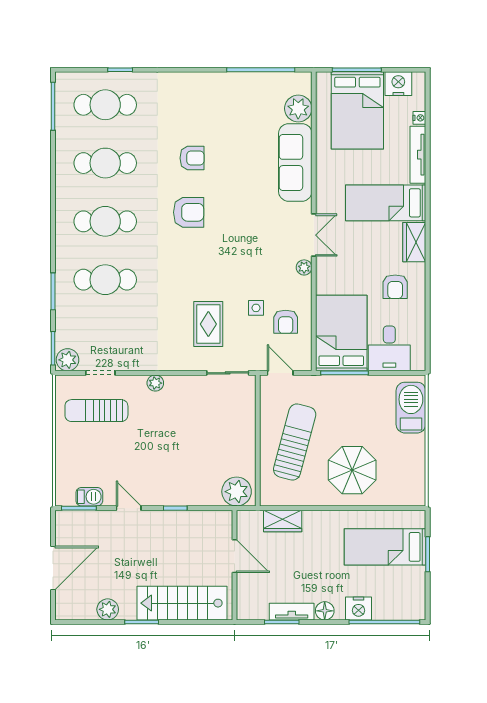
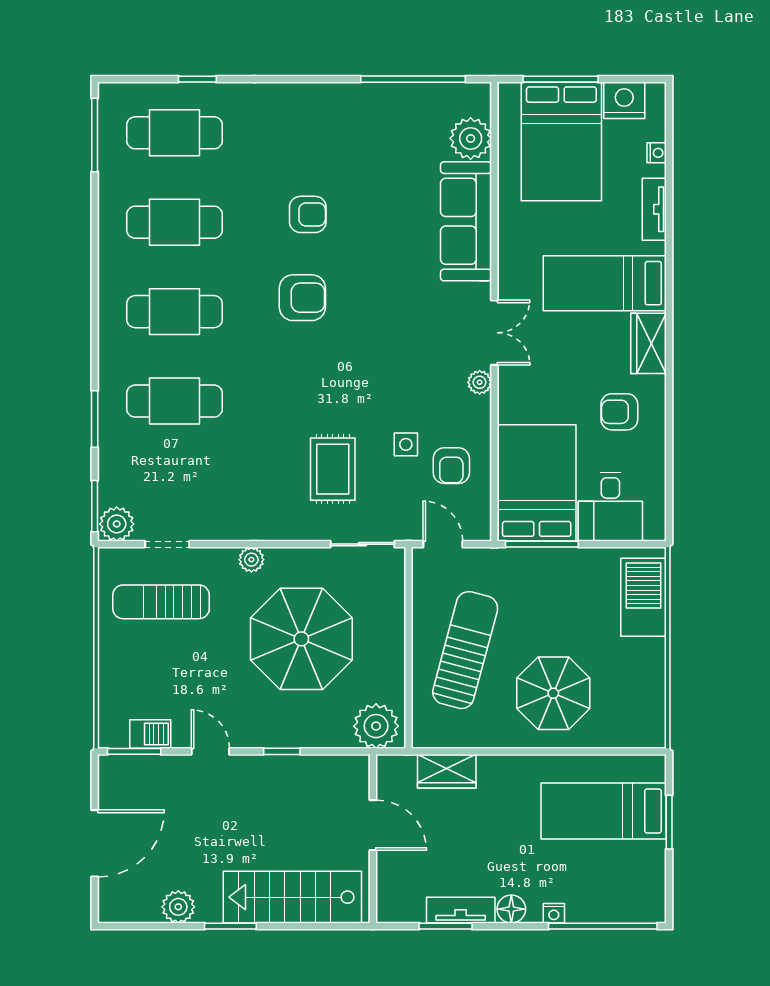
tv unit: (418, 155) -> (654, 209), width x0.71
armchair: (395, 287) -> (619, 412), turned 90
parasol: (188, 435) -> (301, 639), added
nightstand: (359, 608) -> (554, 913), width x0.53, depth x0.56

